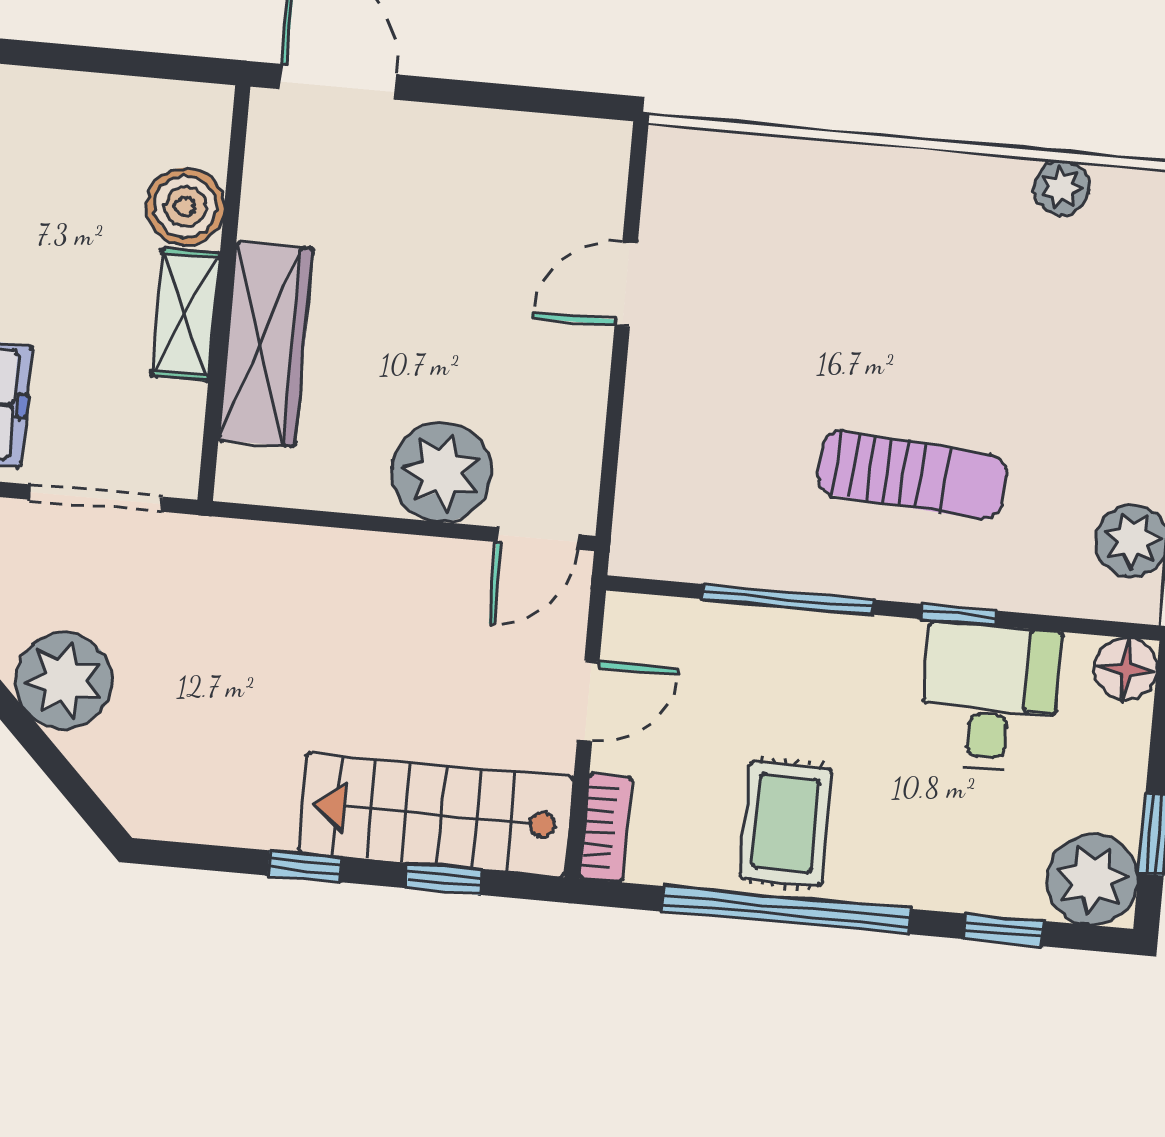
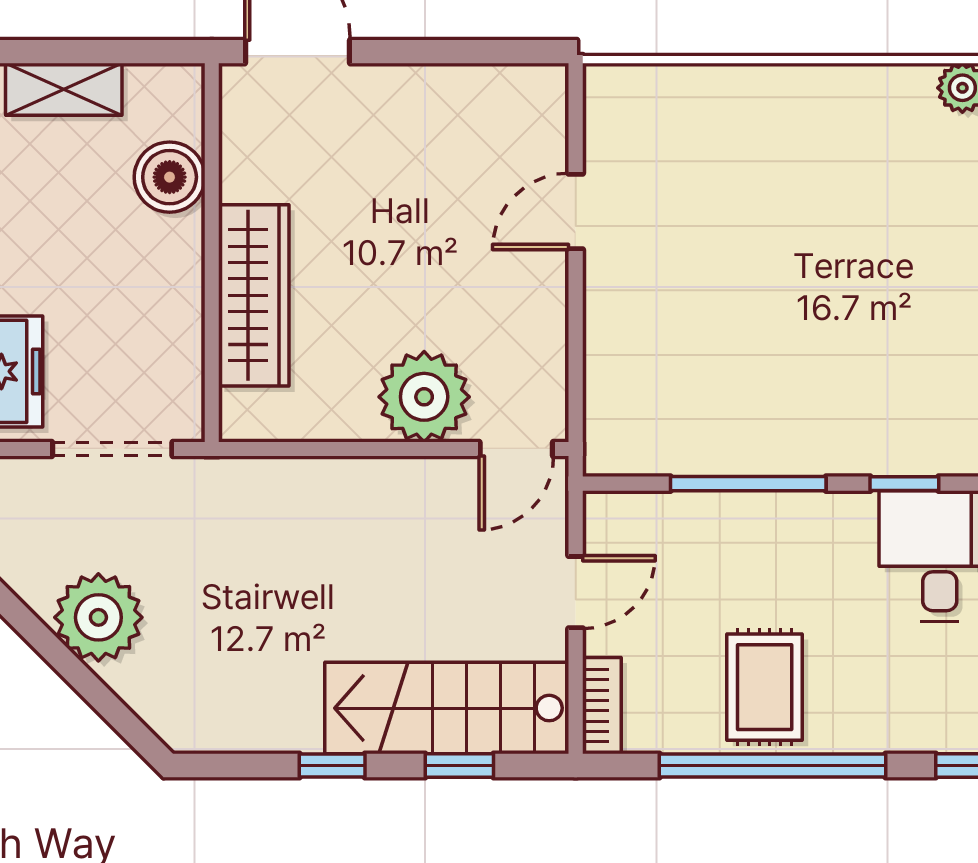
shelving: (185, 315) -> (64, 89), moved, turned 90
sun lounger: (912, 475) -> (850, 361), removed

